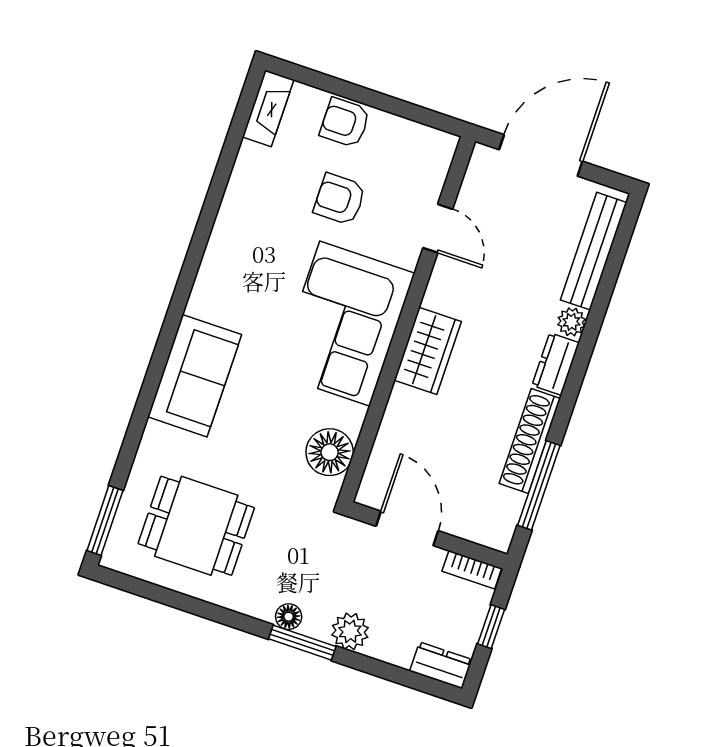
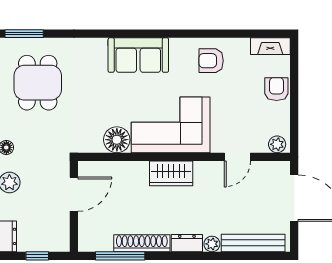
plant: (439, 153) -> (277, 144), added
armchair: (340, 199) -> (211, 61), moved, turned -90
sofa: (195, 376) -> (138, 55), moved
floor lamp: (330, 452) -> (117, 140), moved
bookcase: (472, 570) -> (64, 236), removed

